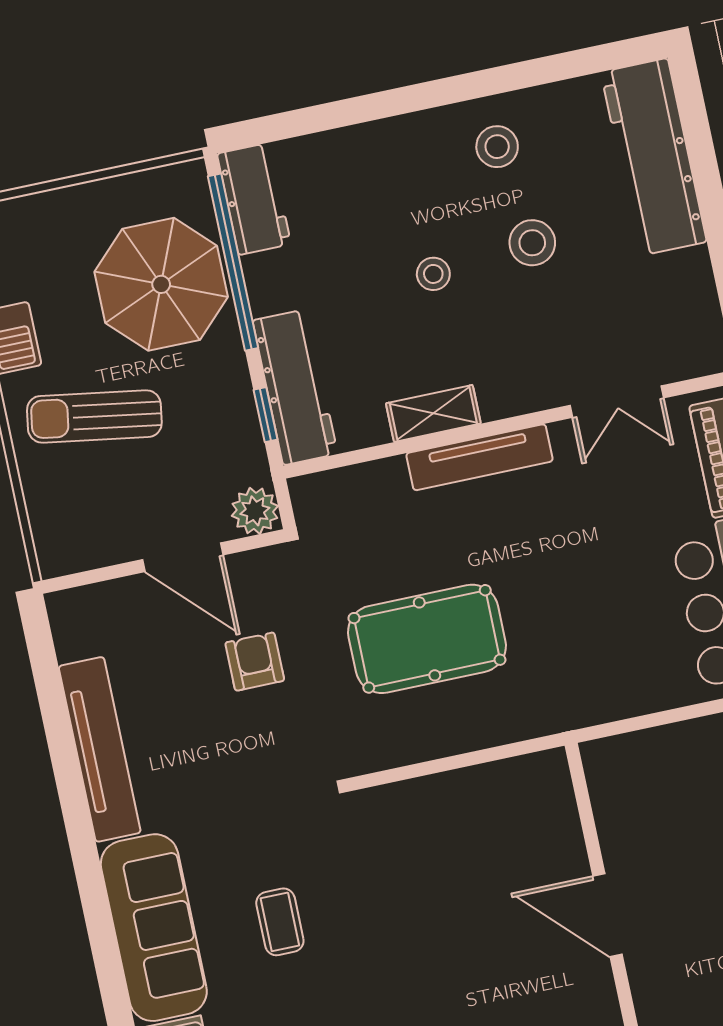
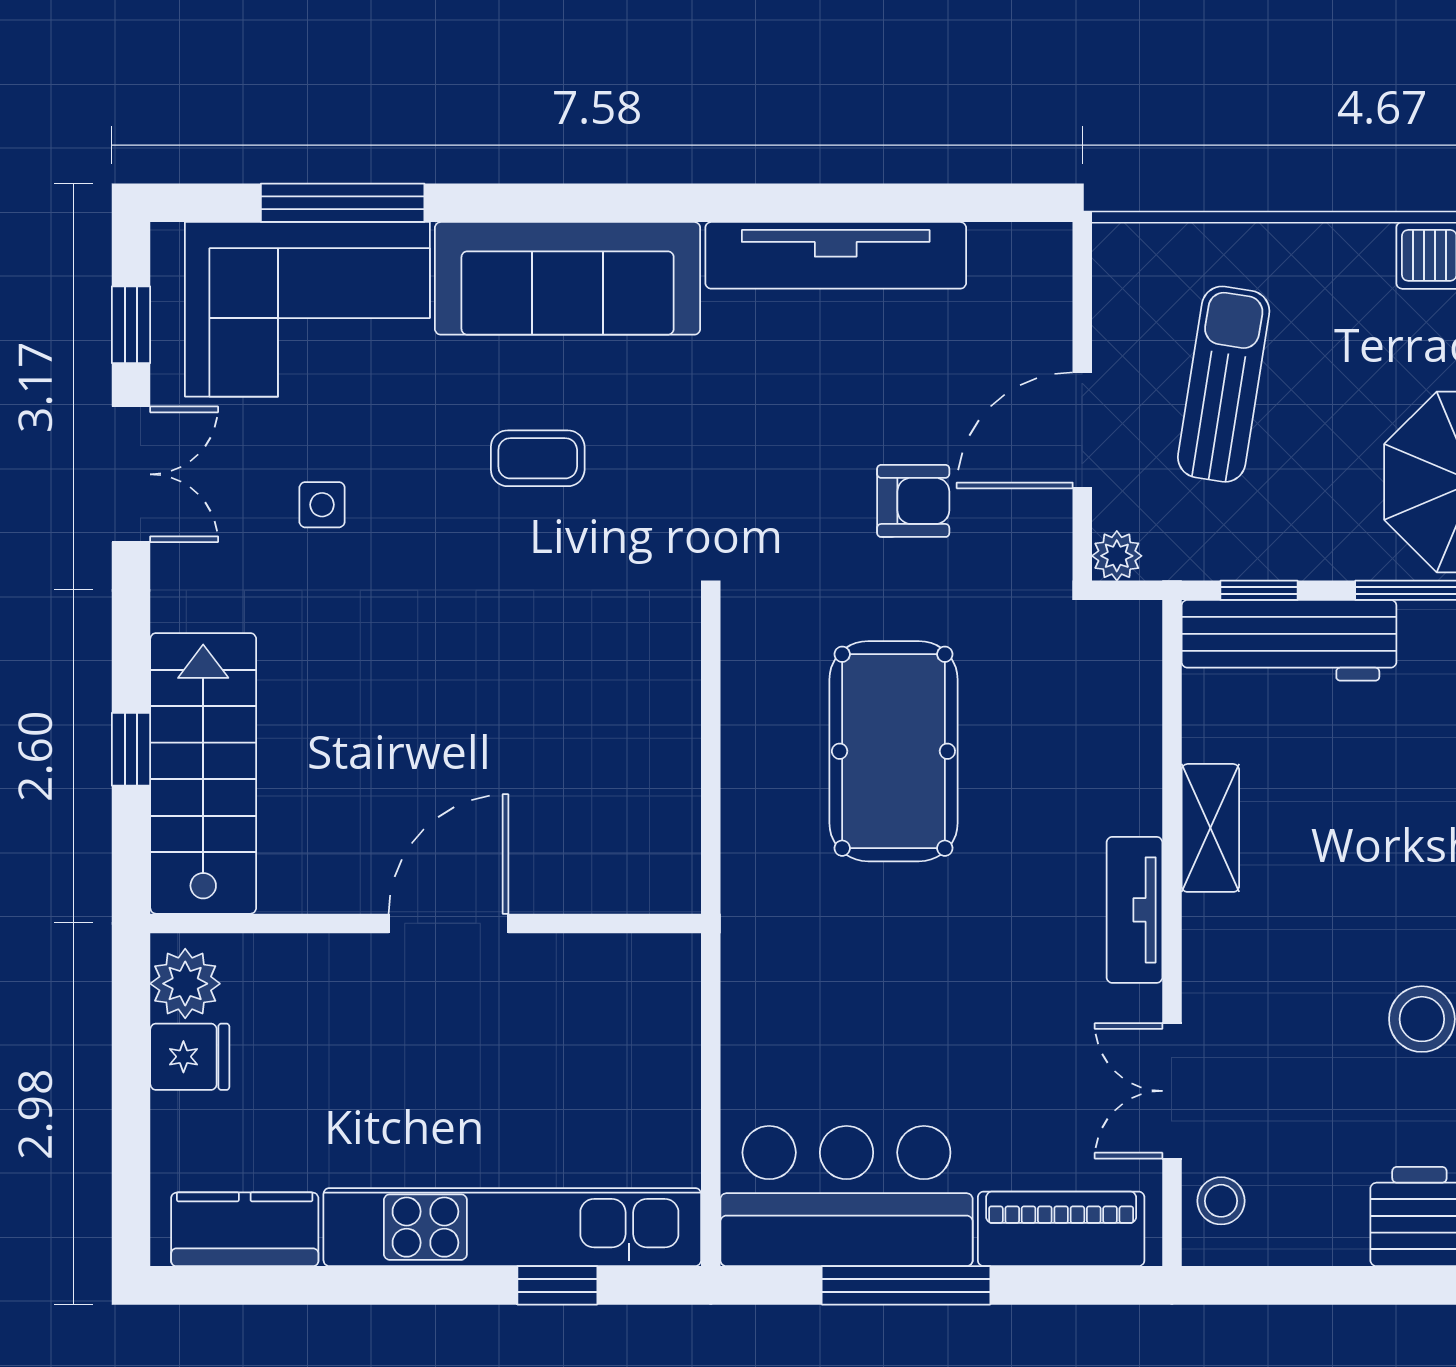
stool: (433, 274) -> (1221, 1201), moved
sun lounger: (94, 416) -> (1224, 384), moved
tv unit: (479, 457) -> (1134, 910), width x0.71
plant: (255, 511) -> (1117, 556), width x0.73, depth x0.73

